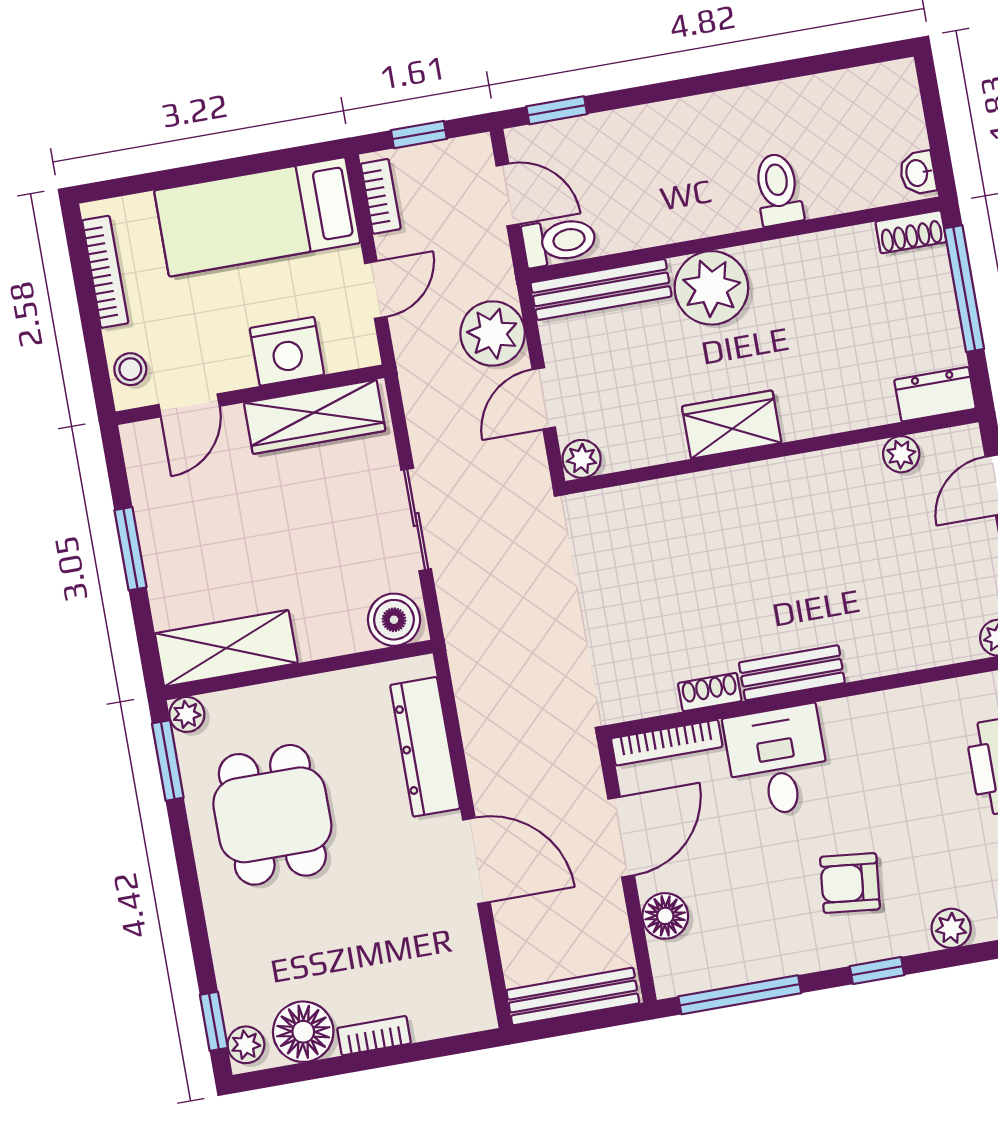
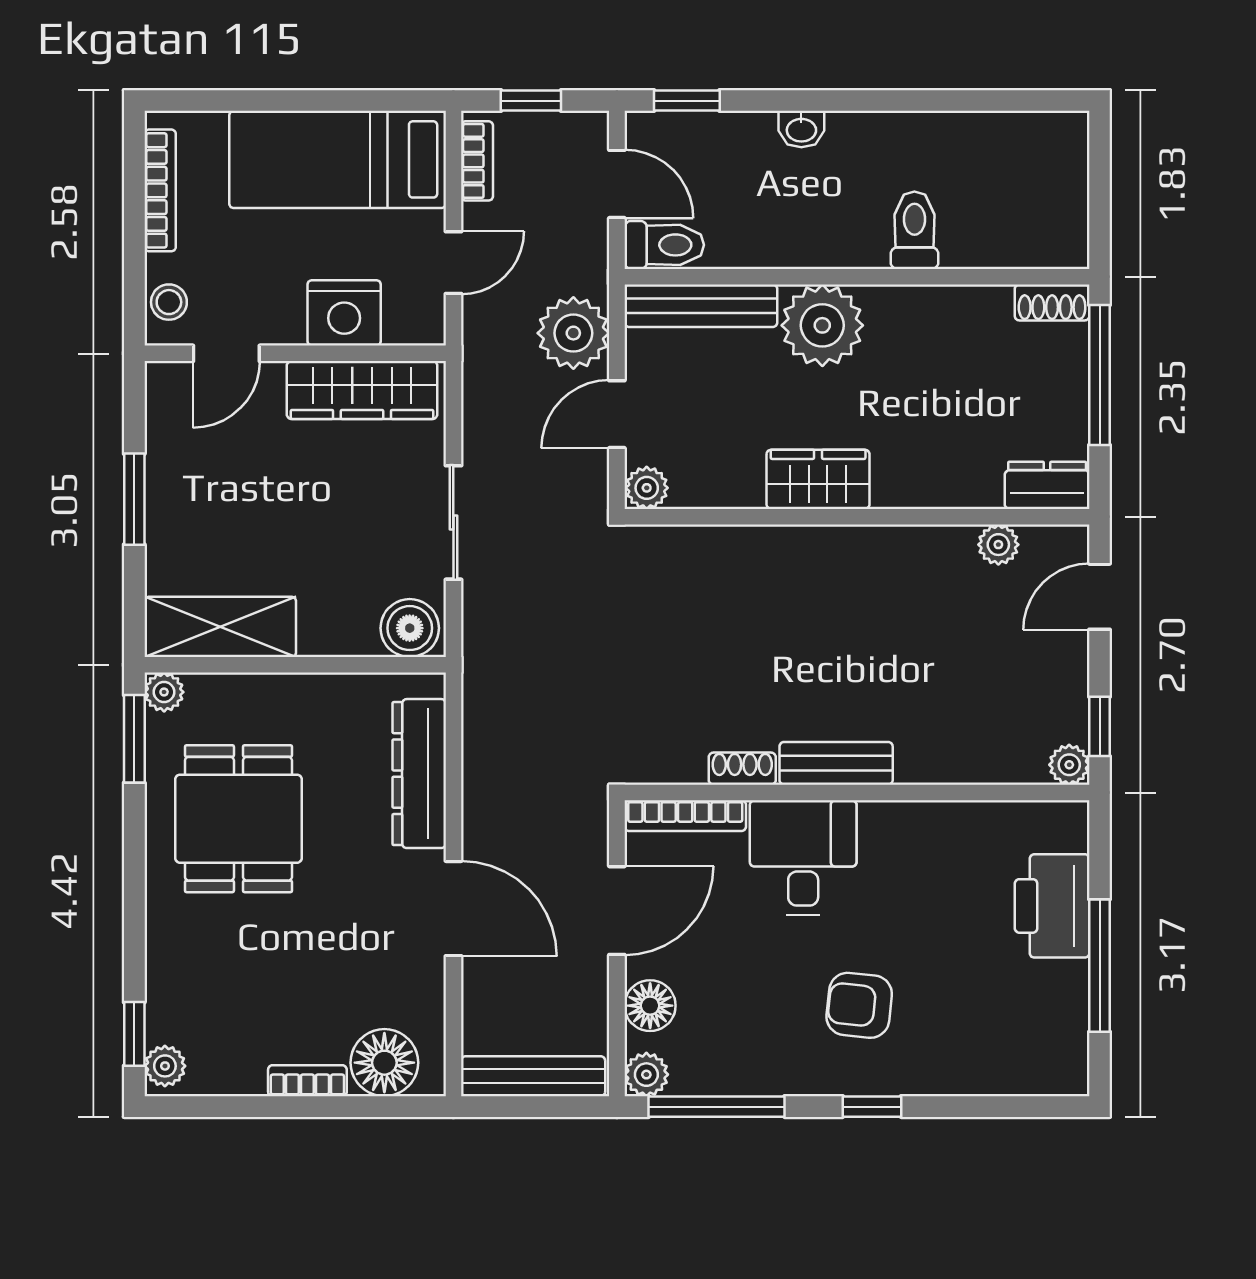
washbasin: (918, 173) -> (801, 129), moved, turned -90
plant: (951, 928) -> (646, 1075), moved
floor lamp: (303, 1032) -> (384, 1063), moved

